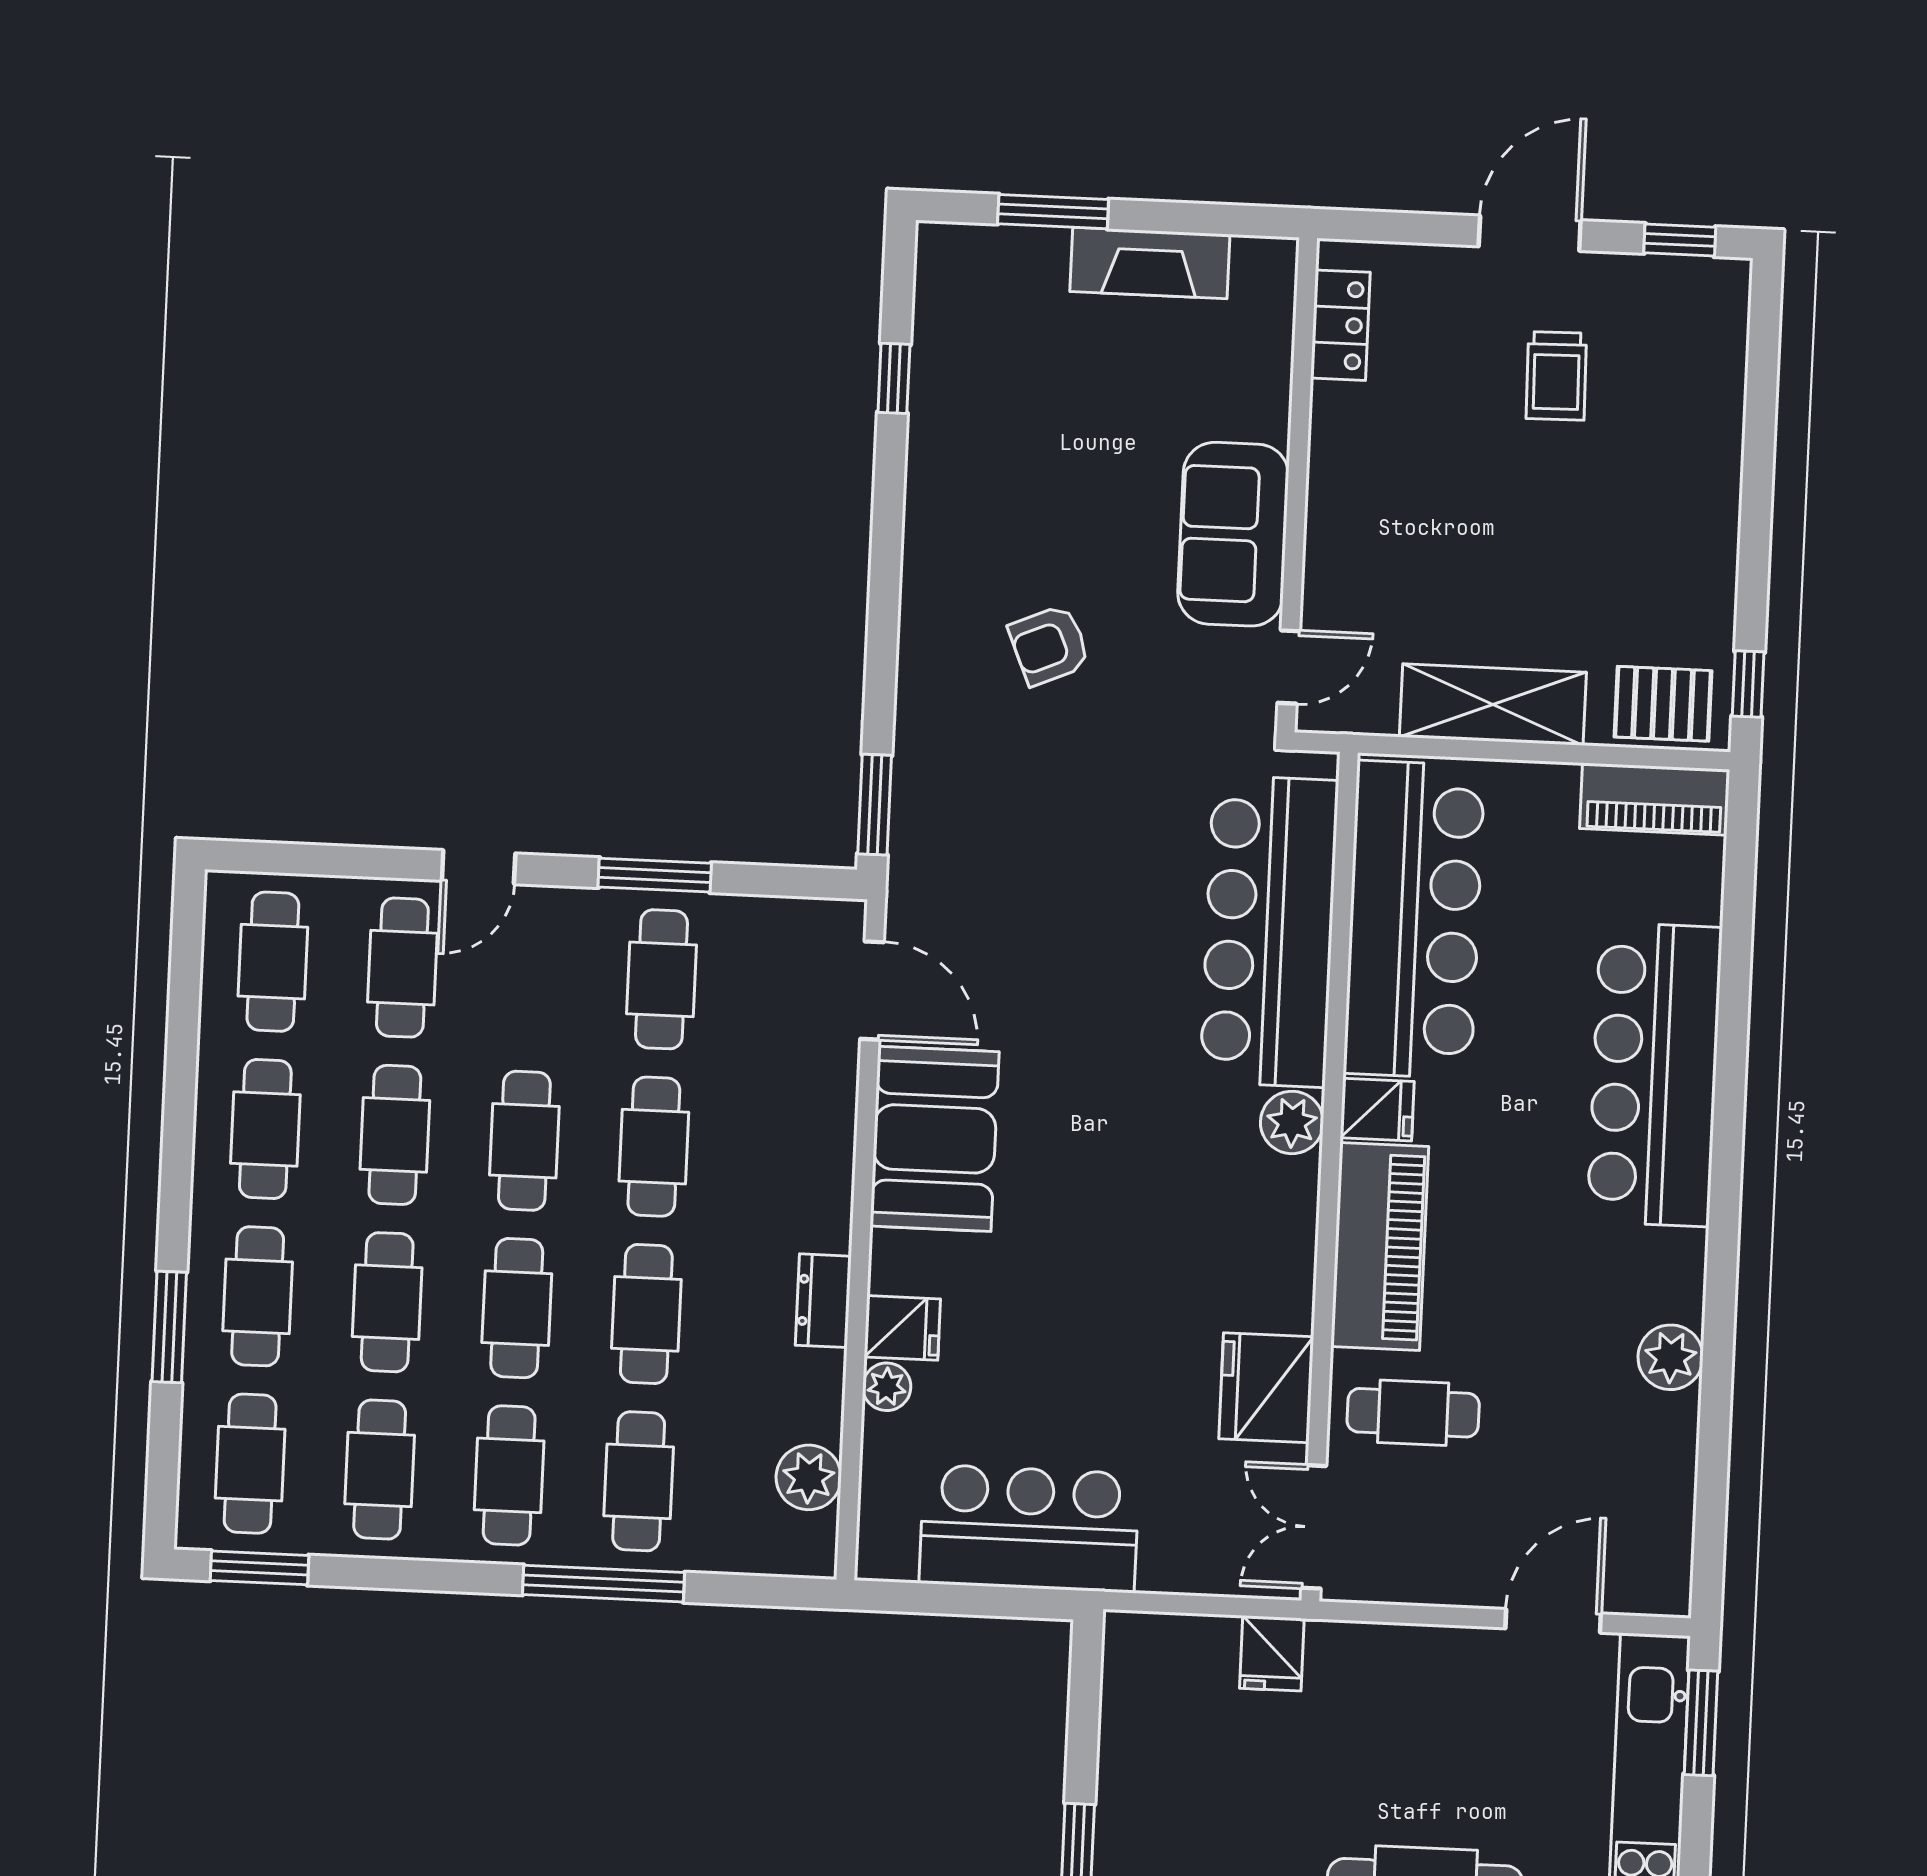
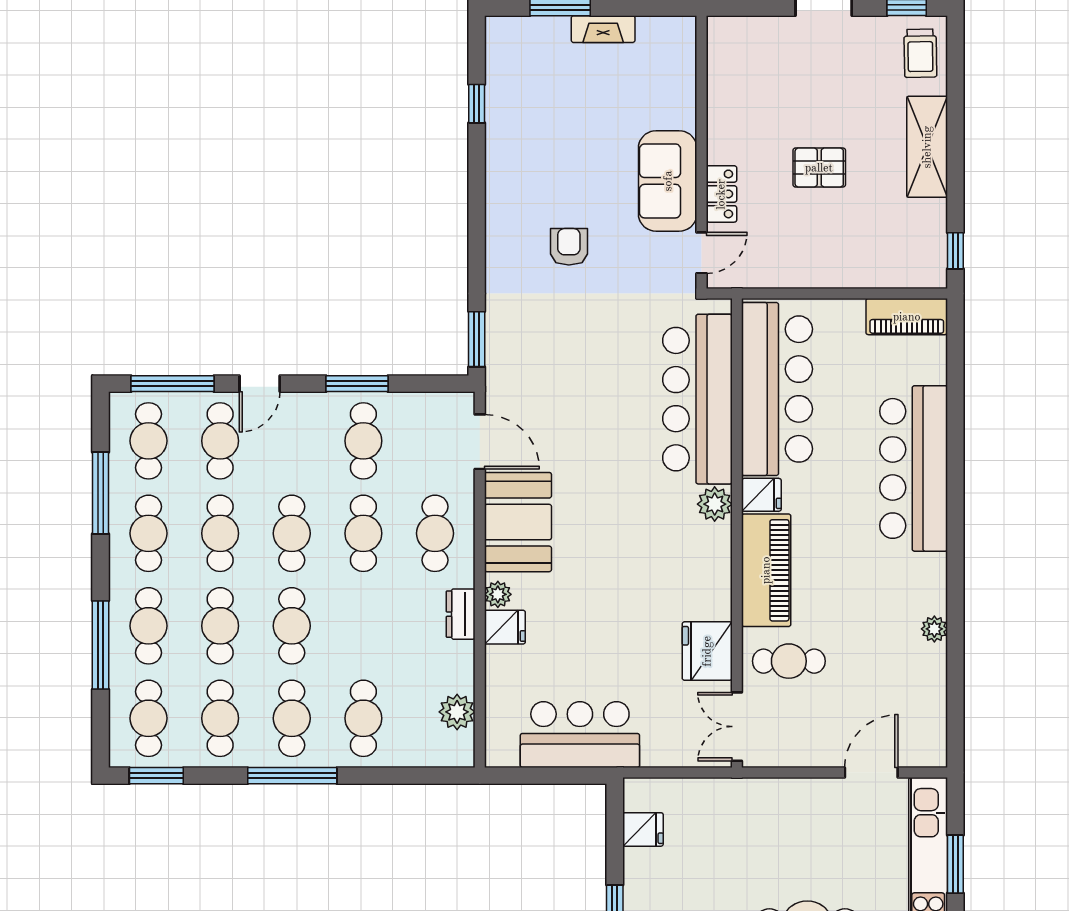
fireplace: (1150, 263) -> (603, 29), width x0.73, depth x0.76
locker: (1340, 325) -> (721, 194), moved
trolley: (1556, 376) -> (920, 53), moved
armchair: (1049, 645) -> (569, 247), turned 113
pallet: (1663, 704) -> (819, 168), moved
shelving: (1493, 705) -> (927, 147), moved, turned 90
window: (321, 860) -> (173, 384), added
window: (182, 1052) -> (101, 493), added
cafe table: (646, 1314) -> (435, 533), moved
window: (169, 1327) -> (101, 645), width x1.44
plant: (1671, 1357) -> (934, 629), width x0.73, depth x0.73
plant: (887, 1387) -> (498, 594), moved
window: (603, 1584) -> (292, 776), moved
fridge: (1272, 1653) -> (643, 829), moved, turned -90
window: (1701, 1723) -> (955, 864), moved

